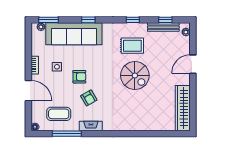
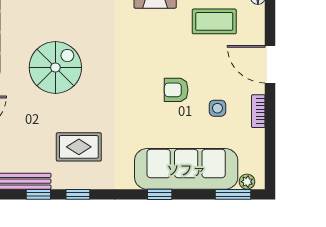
window: (165, 20) -> (38, 194), moved
spiral stairs: (135, 76) -> (55, 67), moved, turned 90
armchair: (89, 98) -> (159, 51), removed

